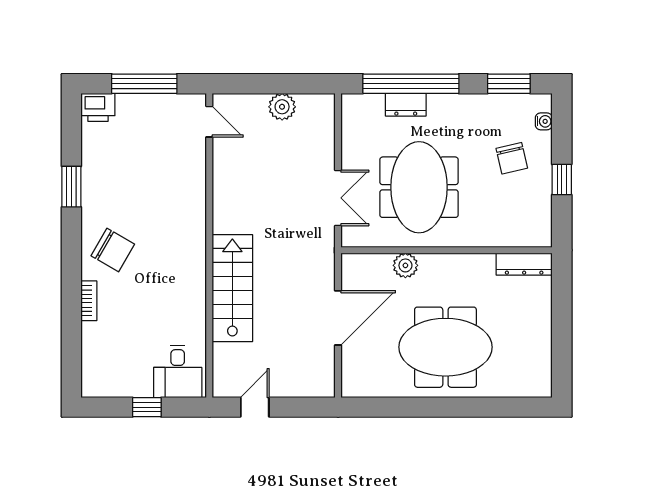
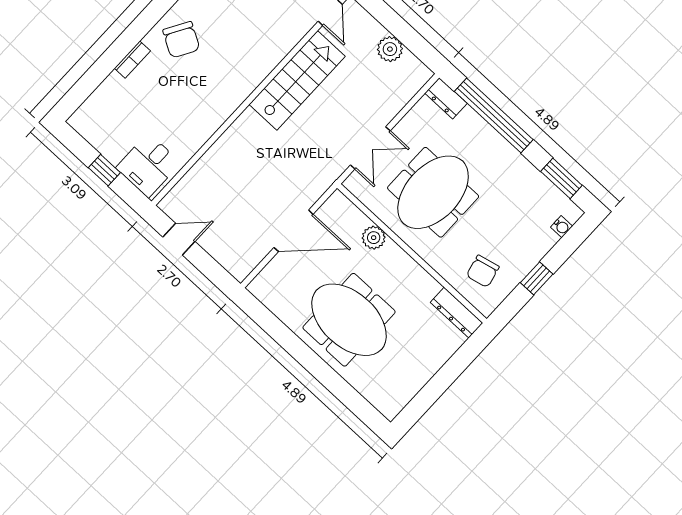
dresser: (406, 105) -> (446, 98), moved
chair: (512, 158) -> (483, 271), moved
stairs: (232, 288) -> (297, 80), moved

